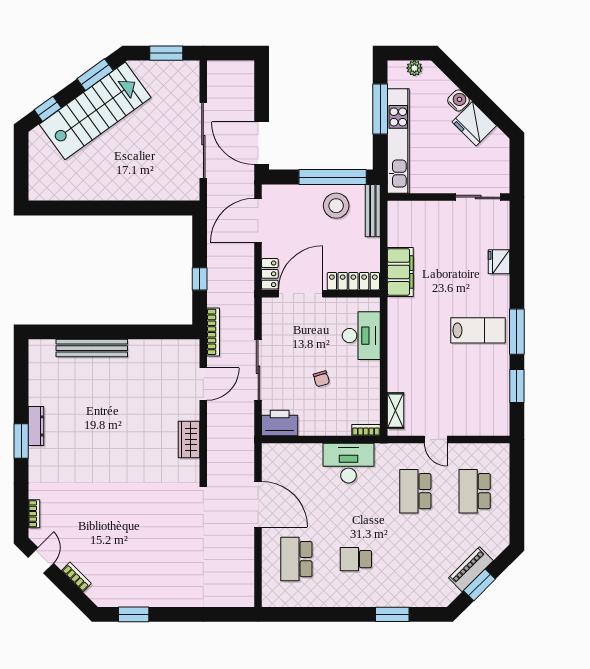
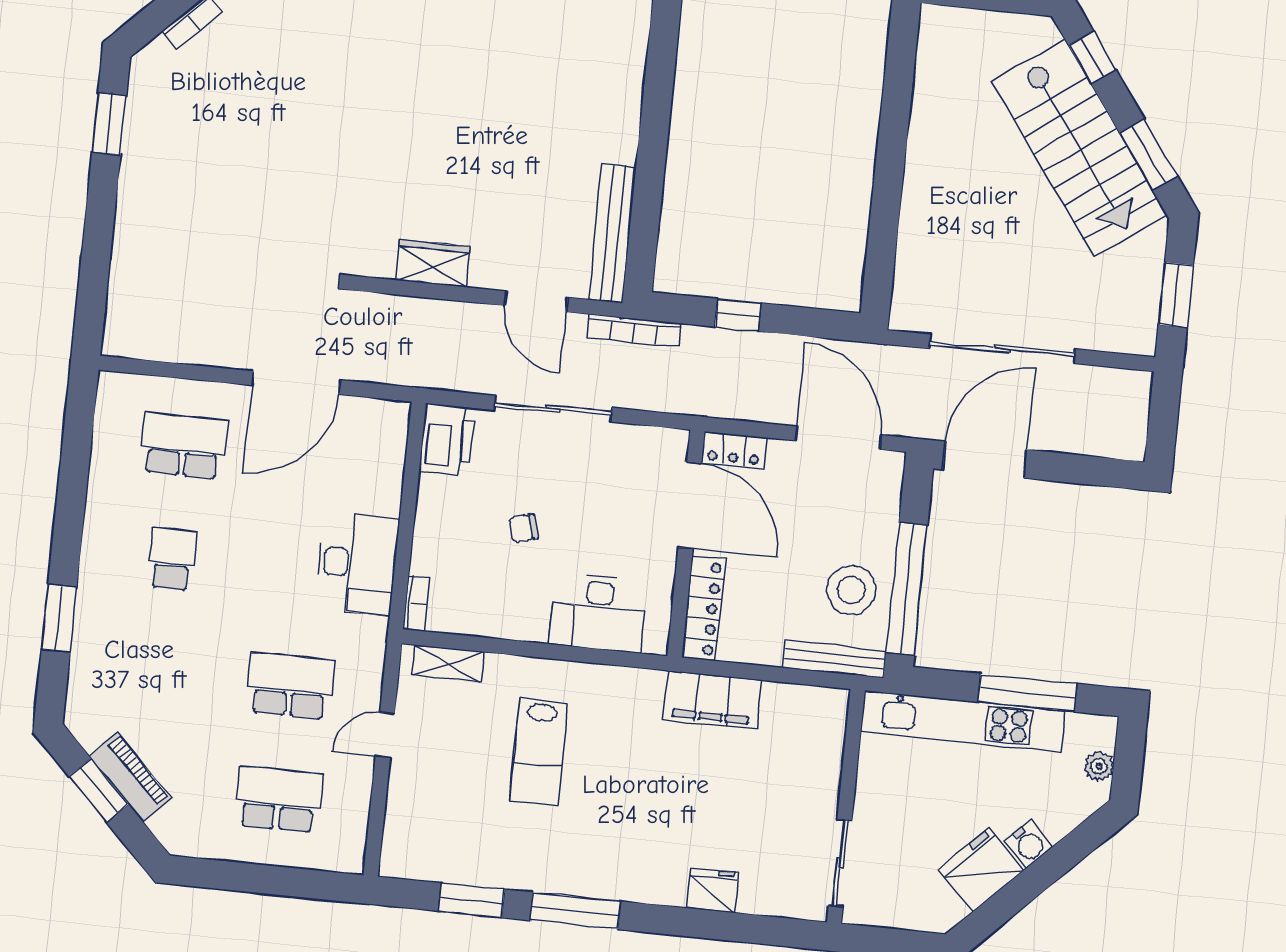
lab bench: (478, 330) -> (538, 752), moved
bench: (92, 348) -> (612, 234), moved

